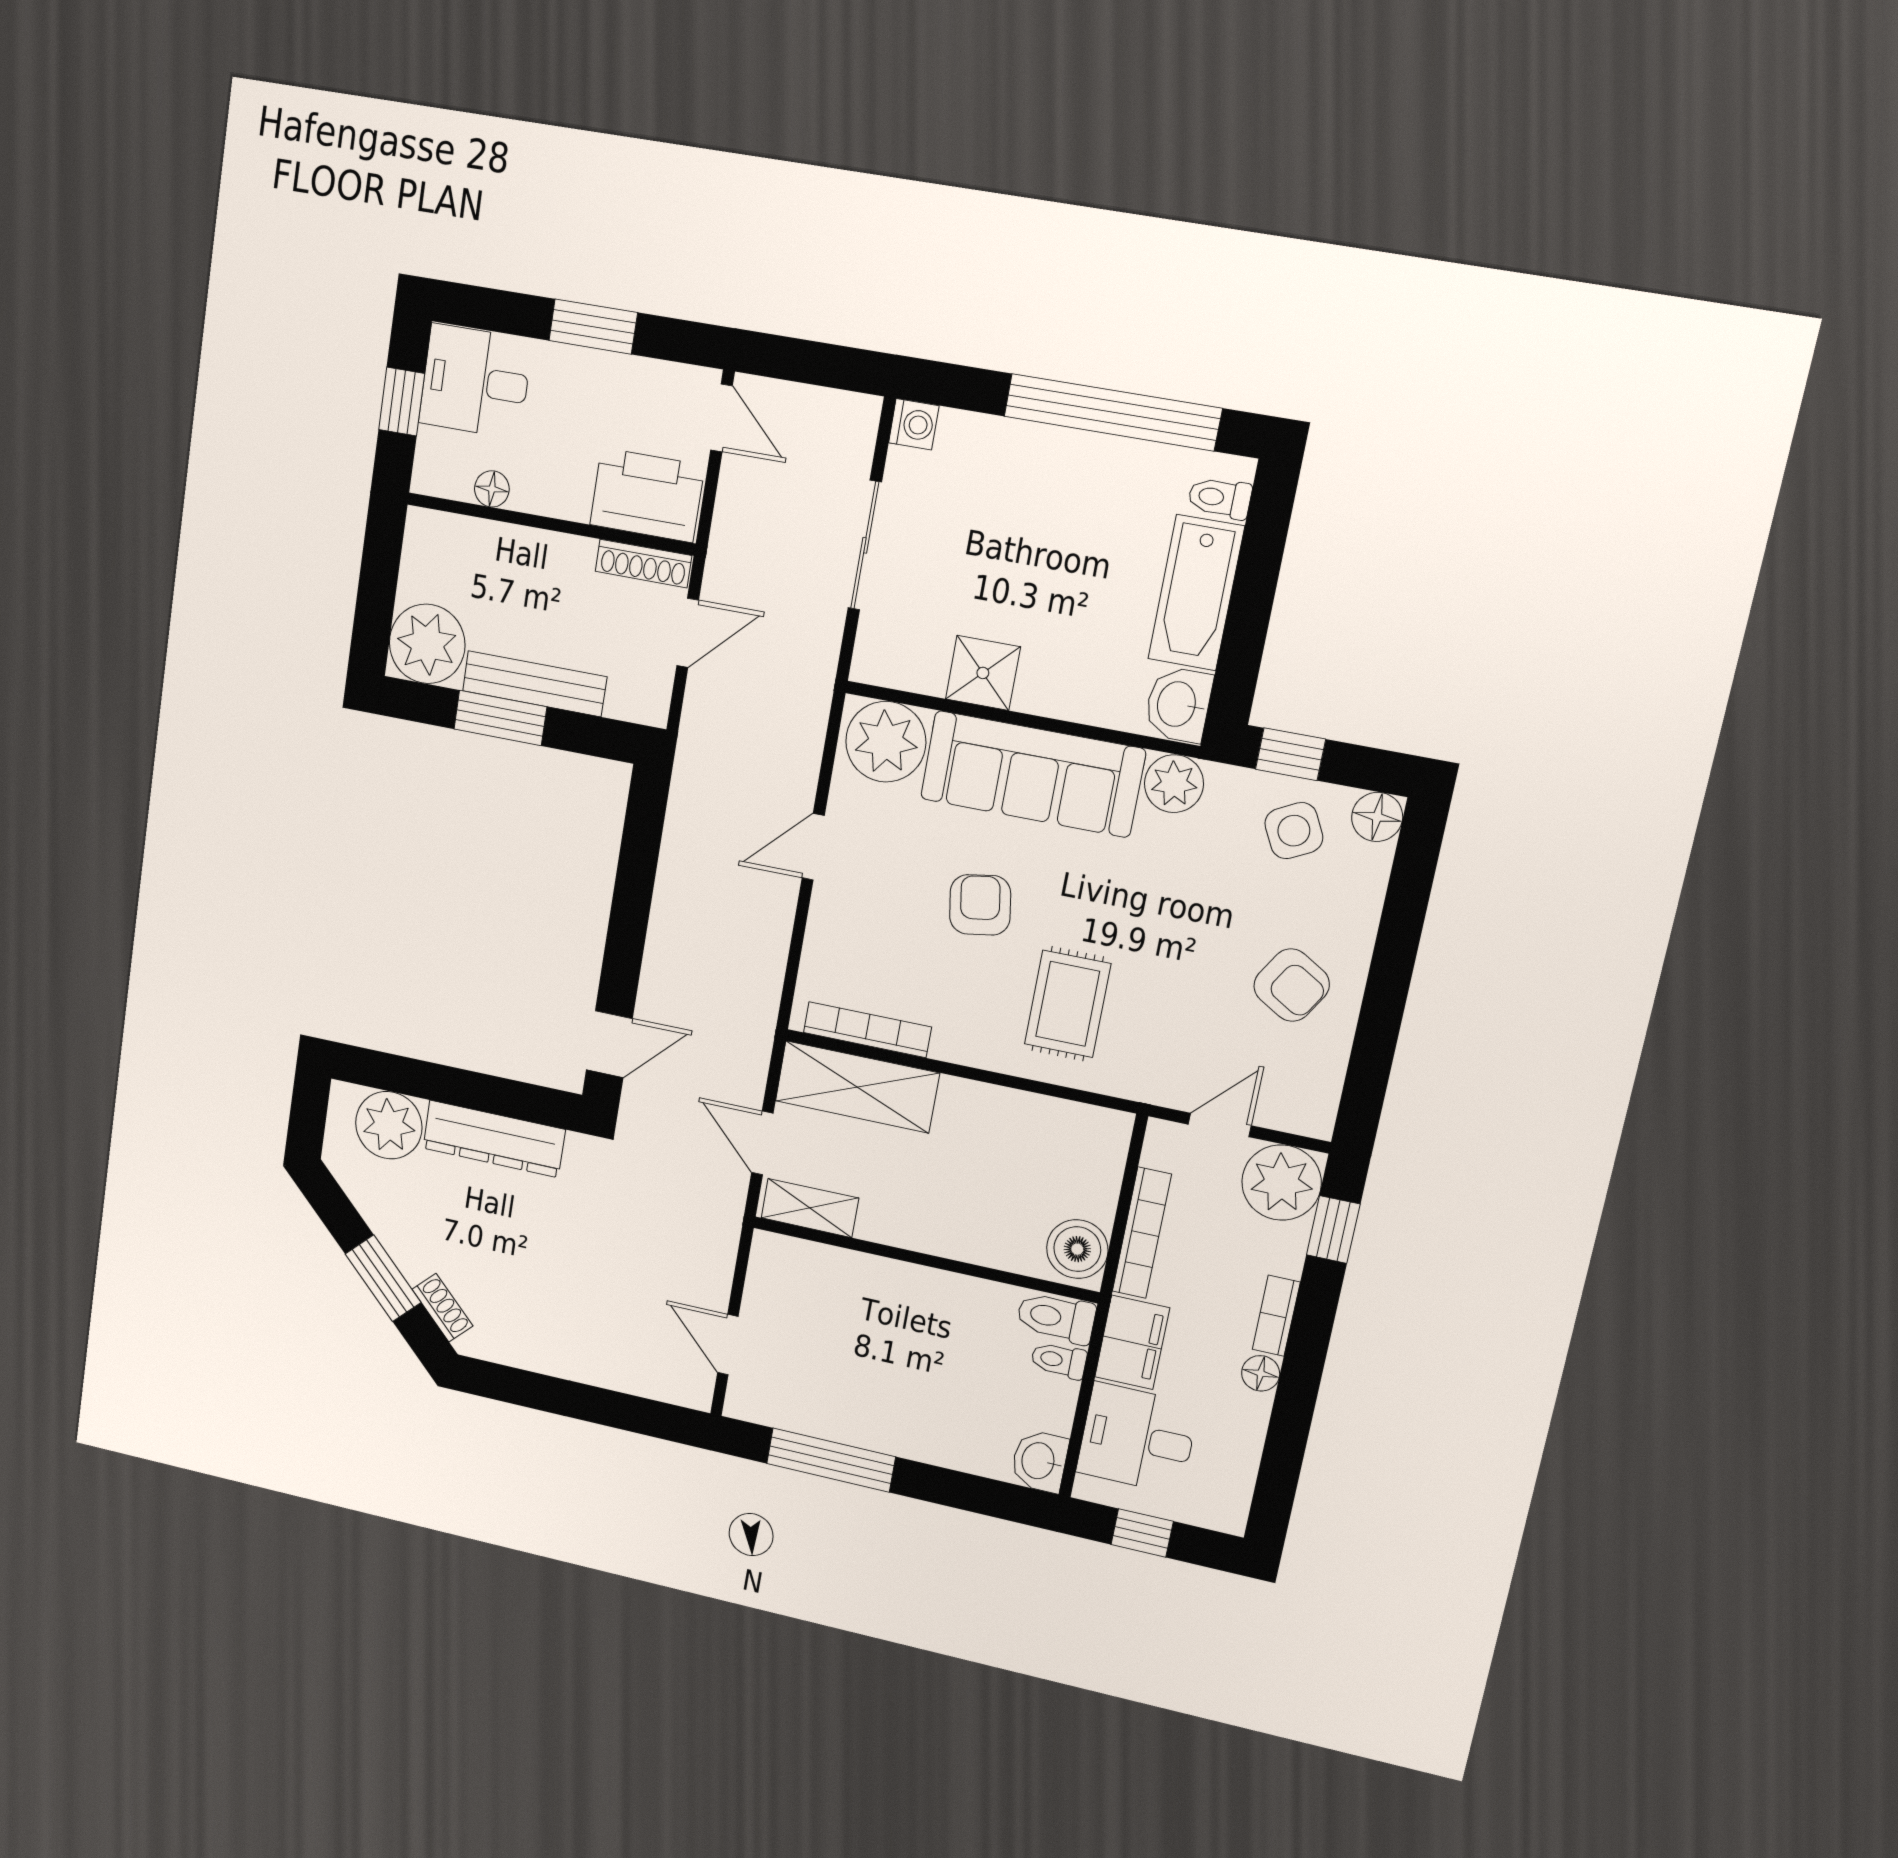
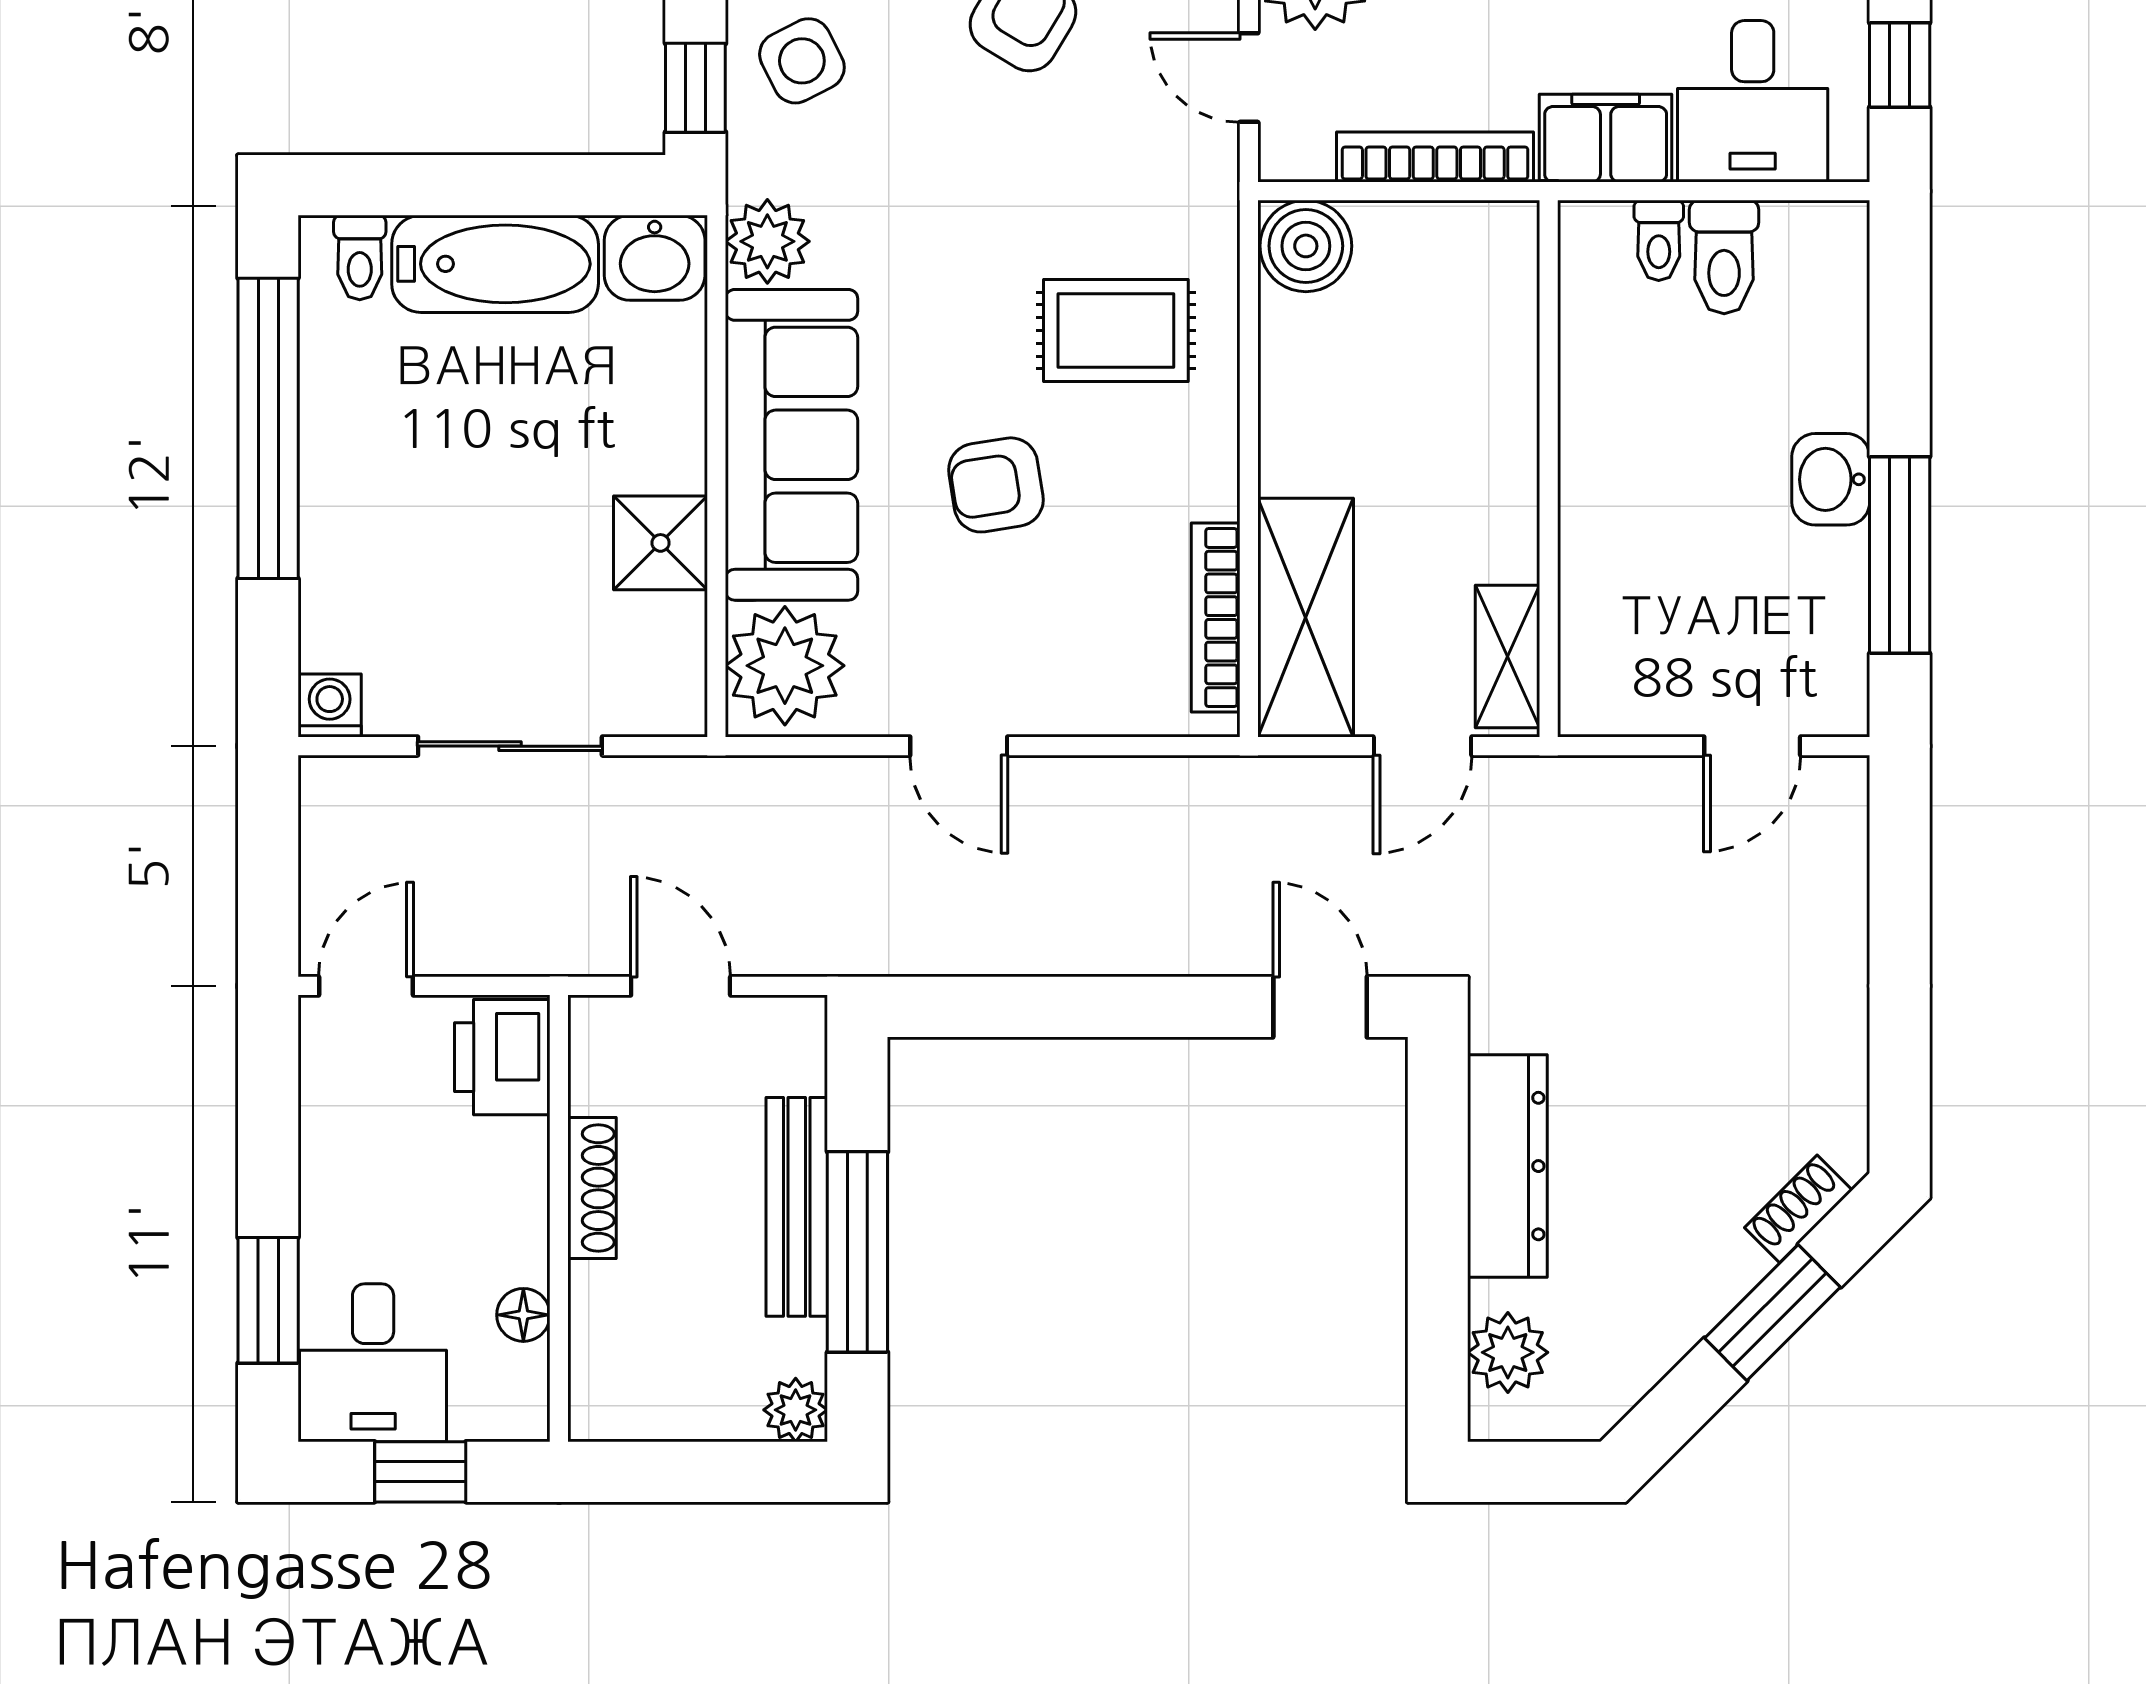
window: (593, 327) -> (268, 1300), moved
printer: (647, 495) -> (502, 1057), width x0.73, depth x0.84
shoe rack: (643, 564) -> (592, 1188), moved
plant: (427, 644) -> (796, 1410), width x0.53, depth x0.53
window: (500, 718) -> (857, 1252), width x1.44
plant: (389, 1125) -> (1508, 1352), width x0.73, depth x0.73
boiler: (1077, 1249) -> (1306, 246), moved
toilet: (1056, 1318) -> (1724, 257), moved
washbasin: (1039, 1461) -> (1831, 479), moved, turned 90

